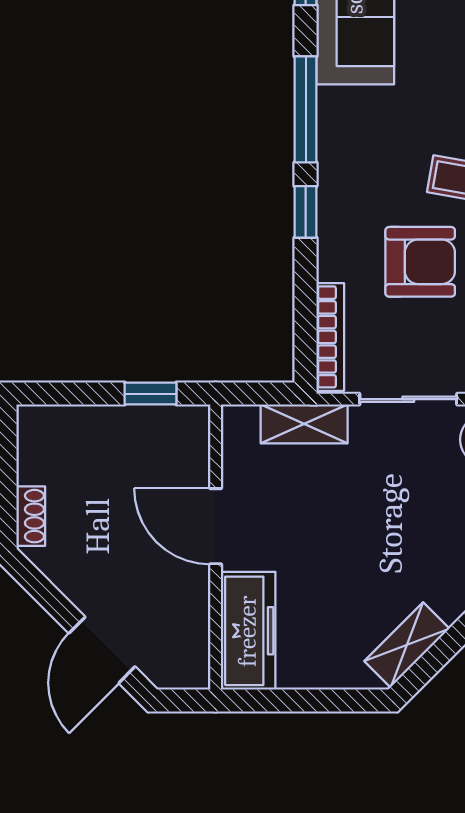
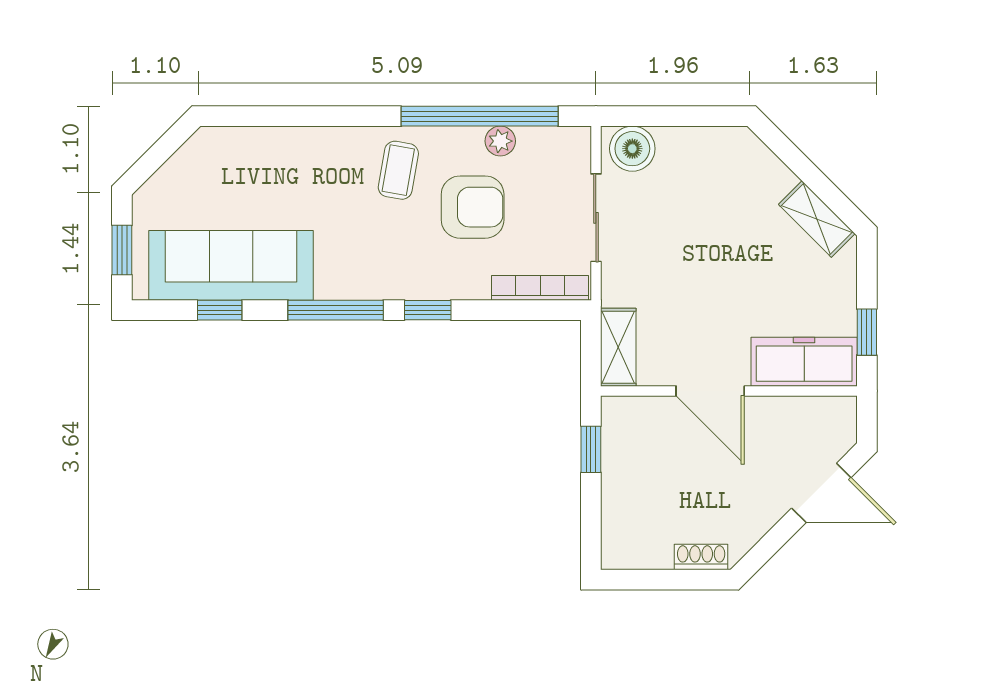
armchair: (420, 262) -> (473, 207), turned 90
shelving: (304, 424) -> (618, 347), moved
door: (216, 526) -> (710, 391), hinge flipped
window: (281, 701) -> (867, 332), added

